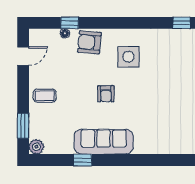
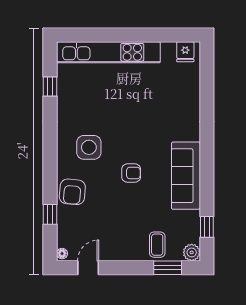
floor lamp: (65, 33) -> (62, 254), moved
door: (23, 56) -> (88, 268), hinge flipped
coffee table: (45, 96) -> (157, 245), moved
window: (83, 160) -> (207, 227), moved

